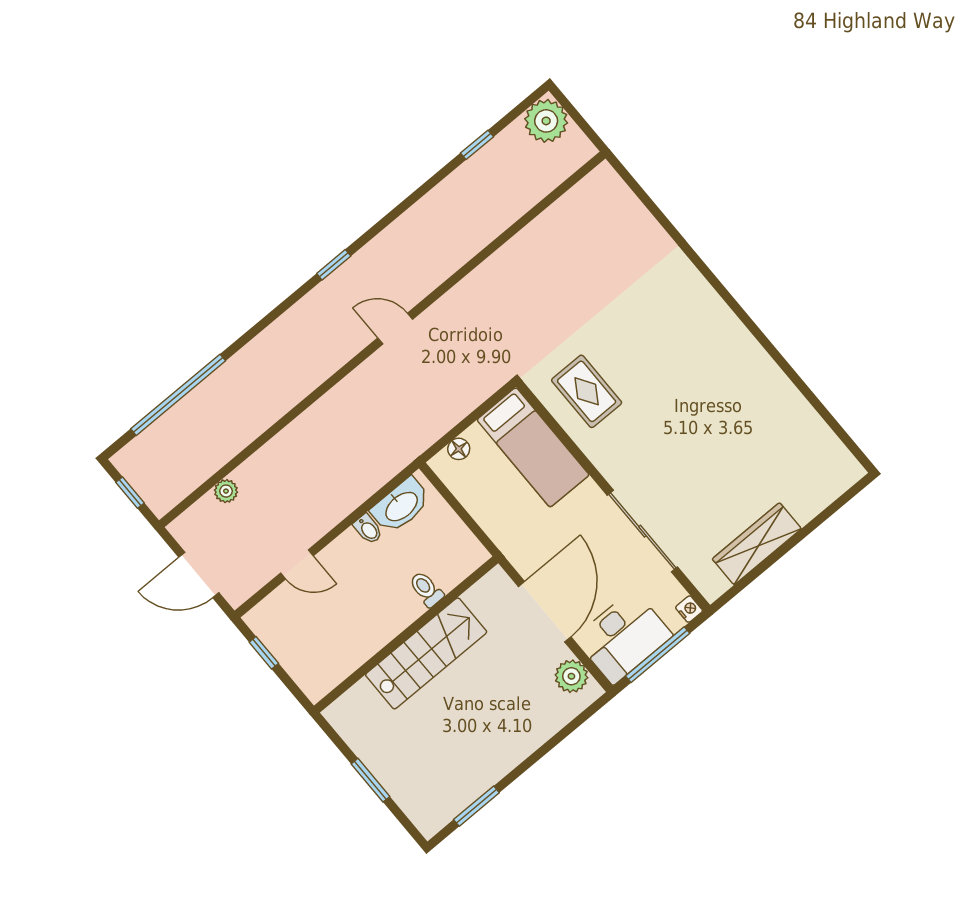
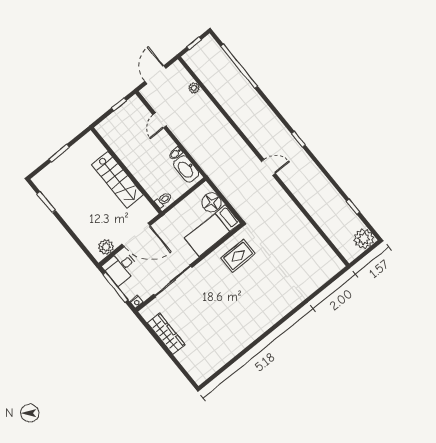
door: (395, 329) -> (268, 167), hinge flipped
floor lamp: (459, 449) -> (211, 202), width x1.89, depth x1.89
toilet: (426, 589) -> (163, 200), moved
desk: (623, 637) -> (121, 267), width x0.73

